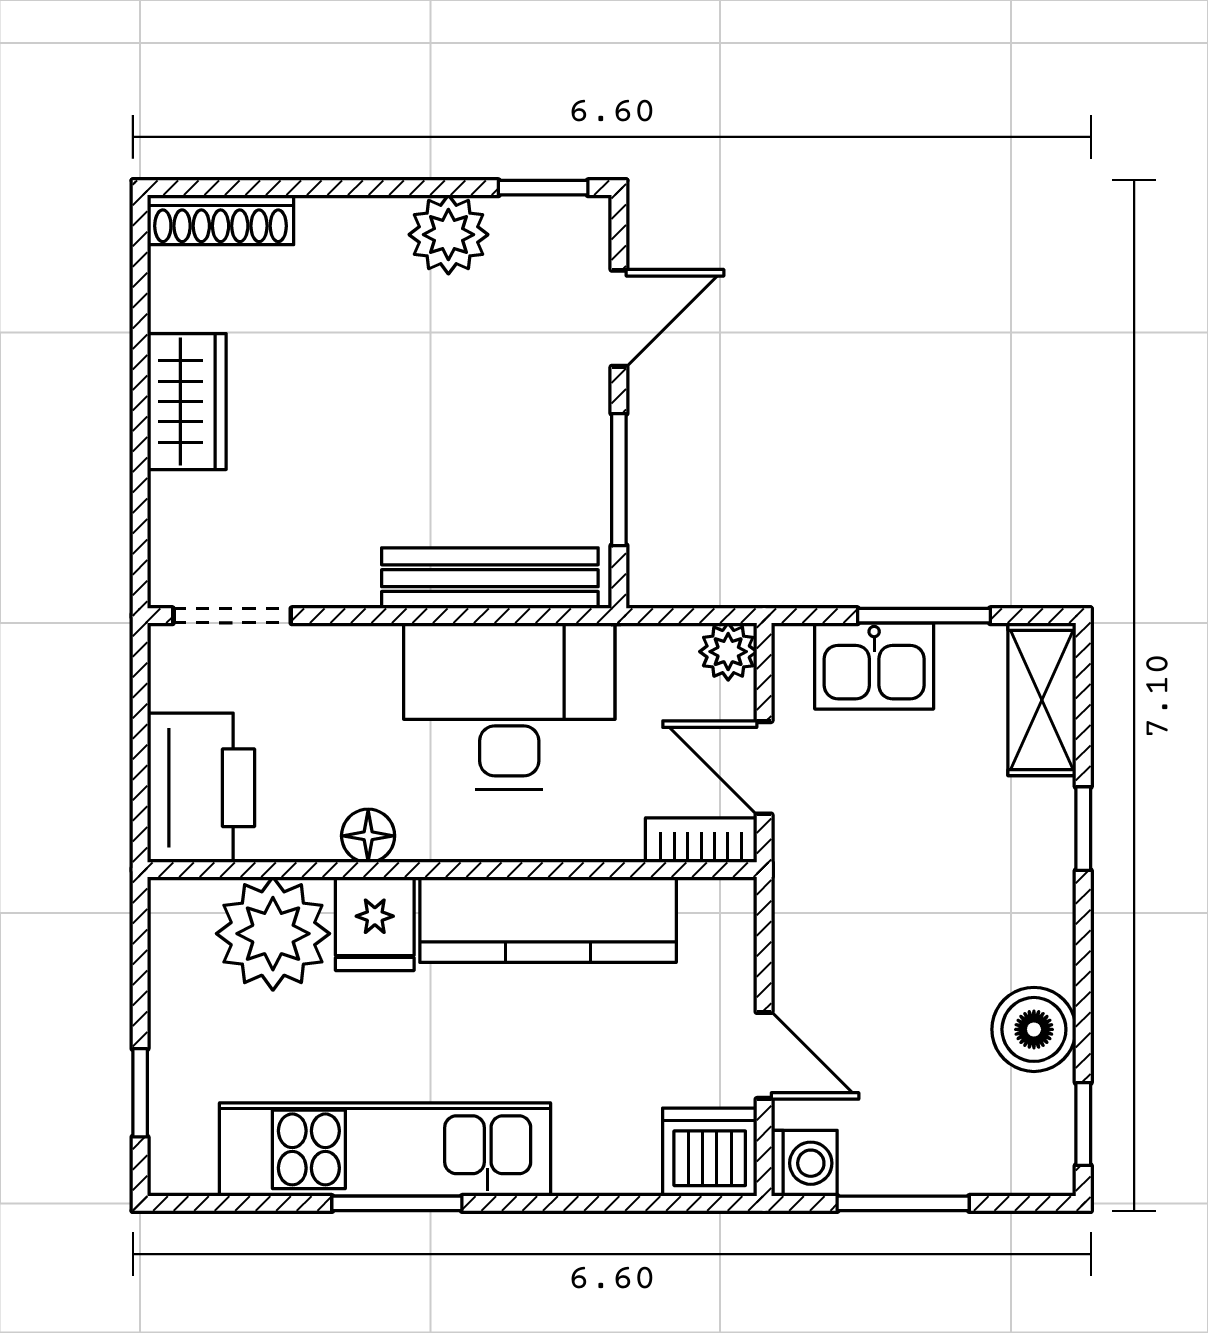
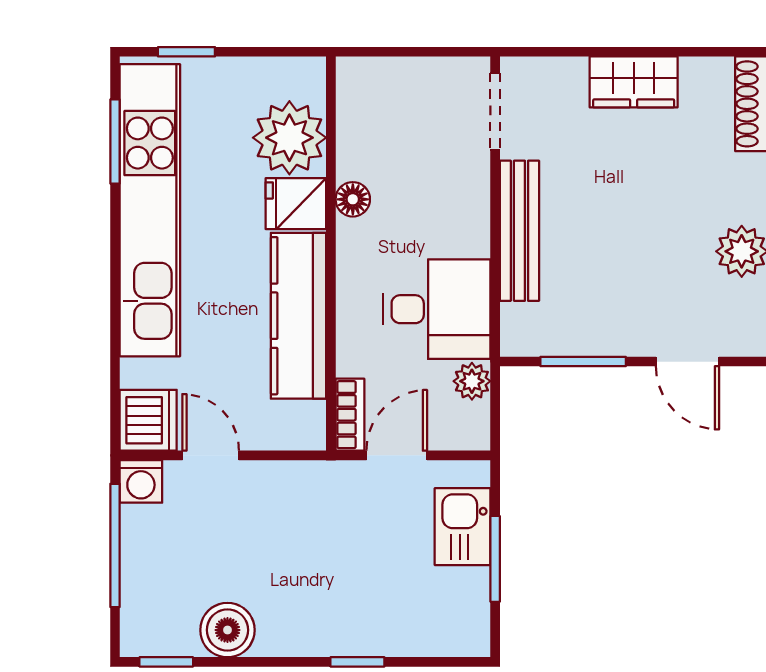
bench: (490, 578) -> (519, 231), moved
plant: (728, 652) -> (472, 381), moved
shelving: (1042, 700) -> (441, 635), removed
desk: (509, 706) -> (437, 309), width x0.73
printer: (201, 788) -> (384, 91), removed
door: (764, 1055) -> (211, 455), swing flipped
kitchen unit: (385, 1149) -> (150, 210), width x1.36
window: (397, 1203) -> (115, 141), moved
window: (903, 1203) -> (115, 545), width x1.44

